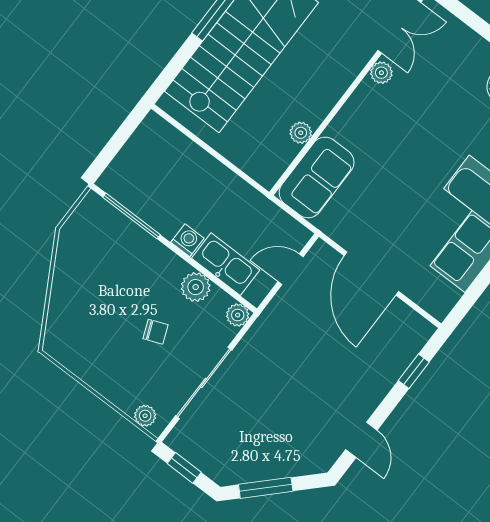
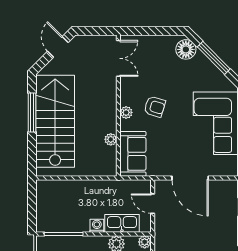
plant: (381, 73) -> (126, 112), moved
armchair: (399, 134) -> (155, 107), added
door: (291, 269) -> (153, 204), hinge flipped

